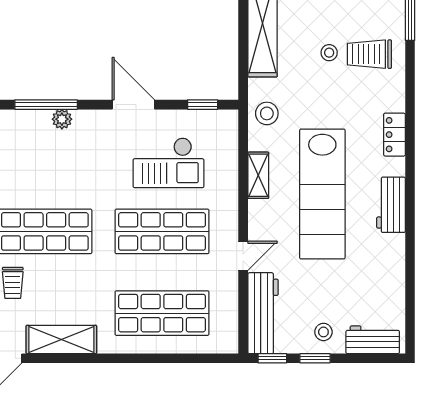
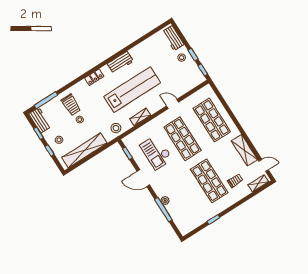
door: (133, 105) -> (143, 178), hinge flipped
checkout: (168, 163) -> (156, 152), turned 180
workbench: (263, 313) -> (189, 84), removed

